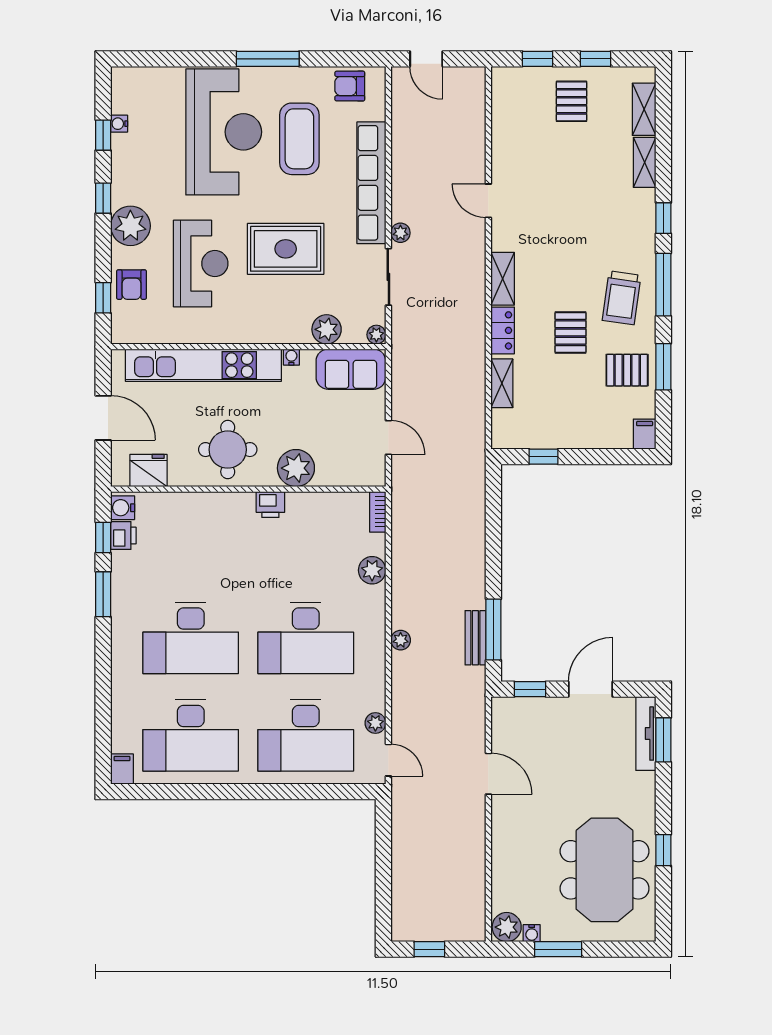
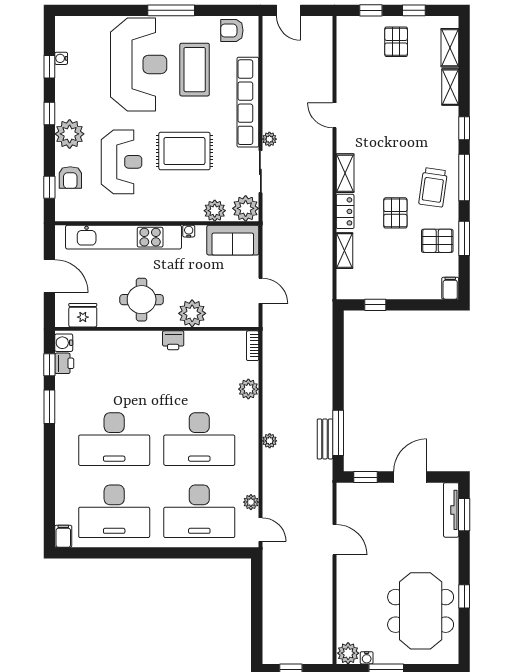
plant: (376, 335) -> (246, 208), width x1.88, depth x1.88

